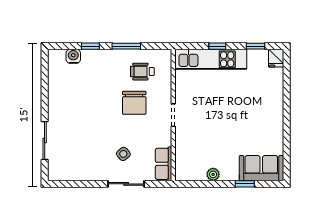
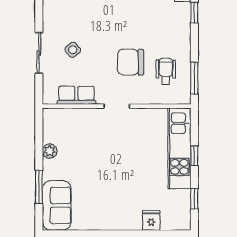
window: (126, 46) -> (194, 78), moved
fridge: (276, 58) -> (151, 220), moved, turned 90
row of seats: (164, 164) -> (76, 95), moved
window: (245, 184) -> (39, 187), width x1.50

